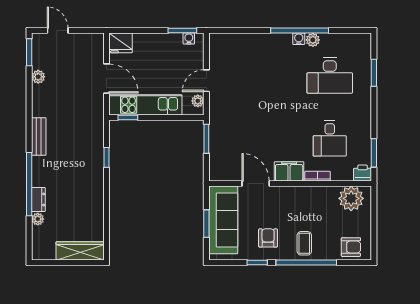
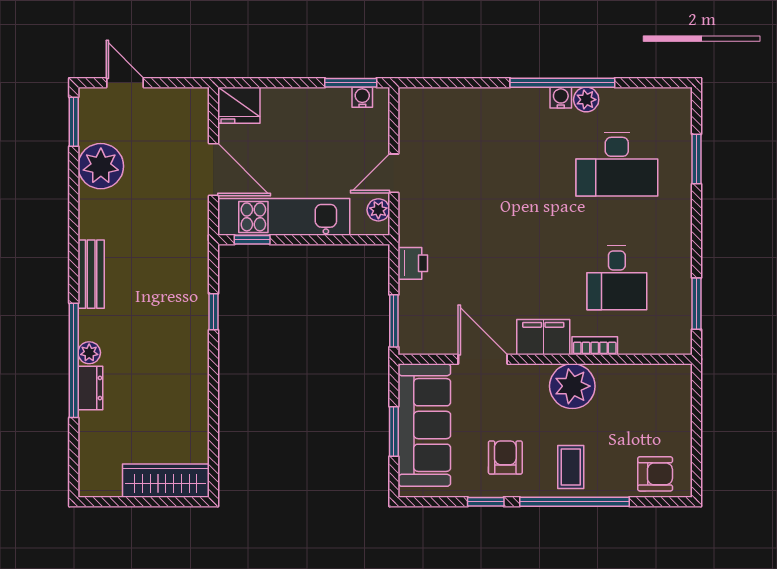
plant: (38, 77) -> (101, 166), width x1.87, depth x1.87
window: (206, 139) -> (394, 321), moved
printer: (363, 173) -> (413, 263), moved, turned 90
plant: (351, 198) -> (572, 386), moved
plant: (38, 219) -> (89, 353), moved

